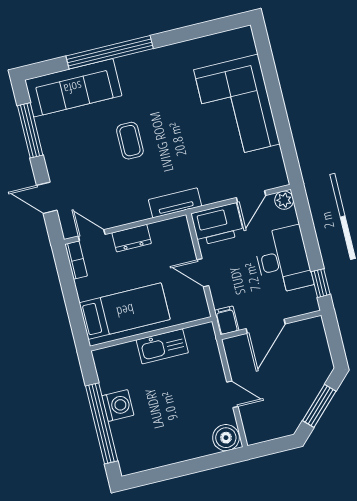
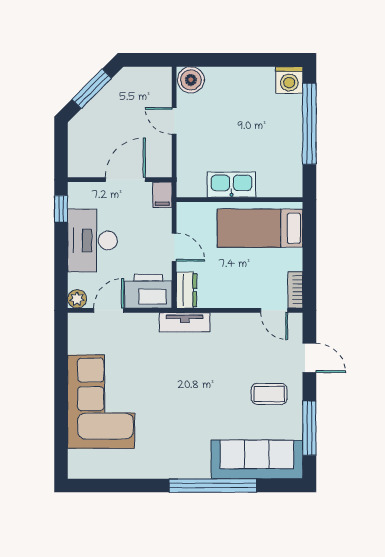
coffee table: (130, 141) -> (269, 394), moved, turned 90
dresser: (132, 238) -> (186, 290), moved, turned 90
washing machine: (118, 405) -> (289, 80), moved, turned -90

